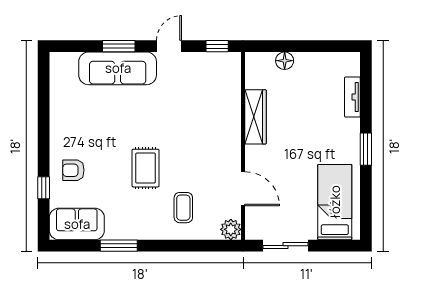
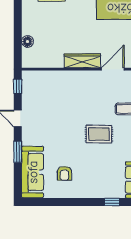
sofa: (118, 68) -> (33, 172), moved
wardrobe: (256, 117) -> (82, 61), moved
armchair: (73, 170) -> (64, 173), moved

